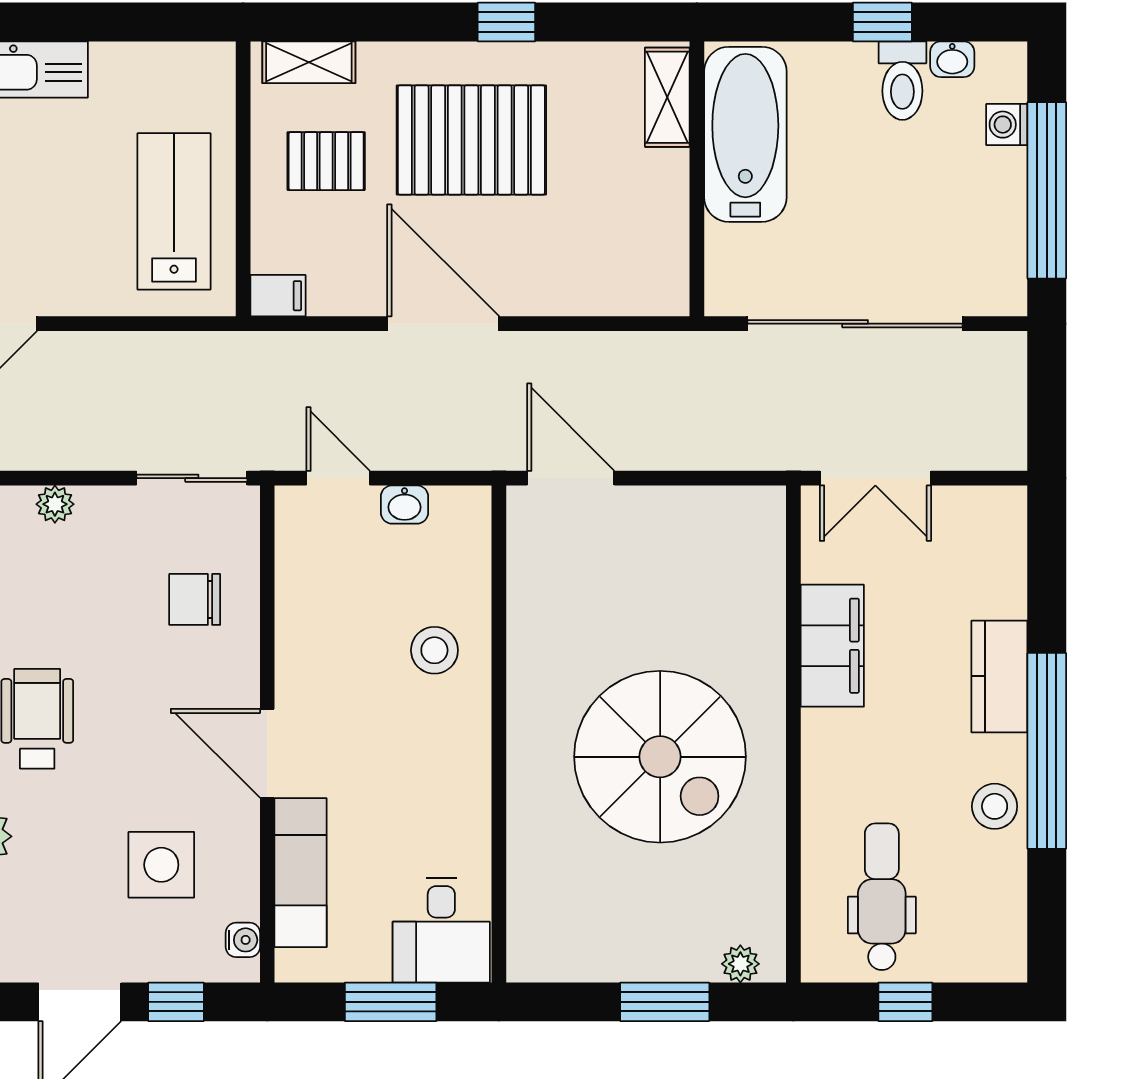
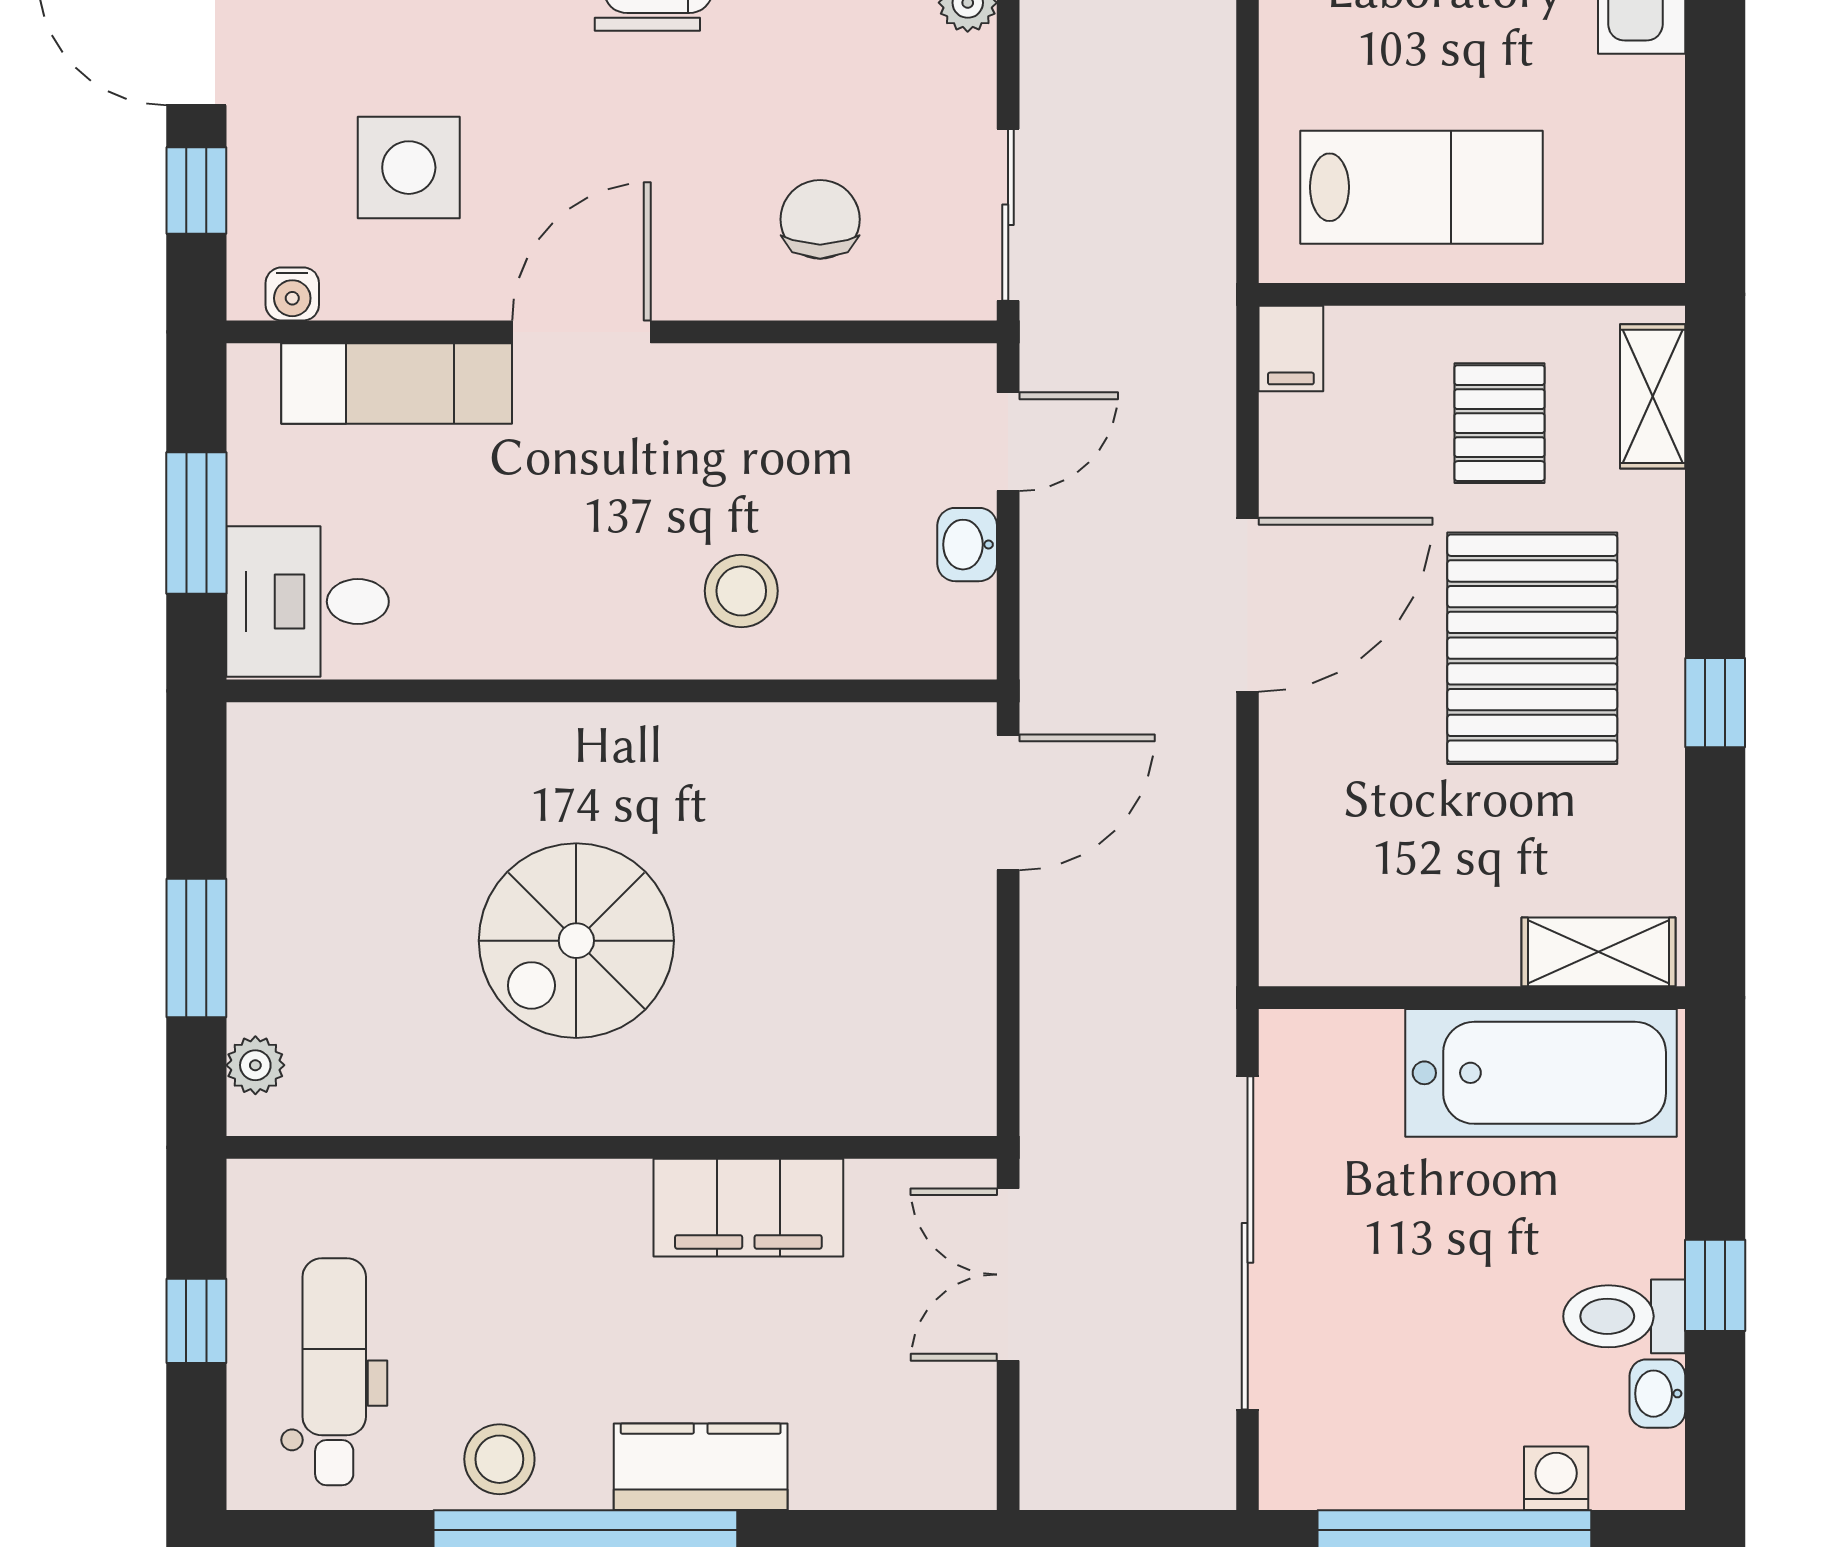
spiral stairs: (660, 757) -> (576, 941), width x0.73, depth x0.73
dental chair: (882, 897) -> (334, 1372), moved, turned -90

